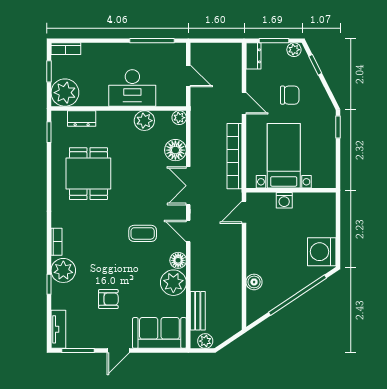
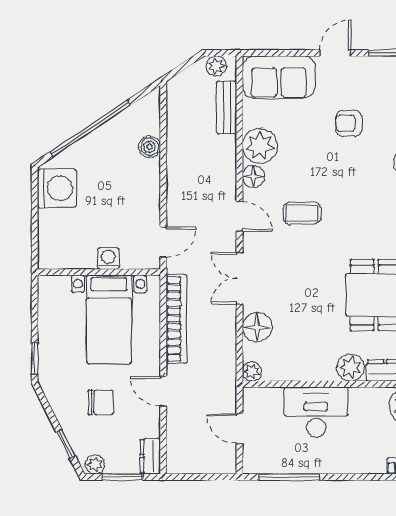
chair: (290, 95) -> (101, 402), turned 180
plant: (144, 121) -> (351, 368), moved
double door: (188, 186) -> (239, 278), swing flipped

